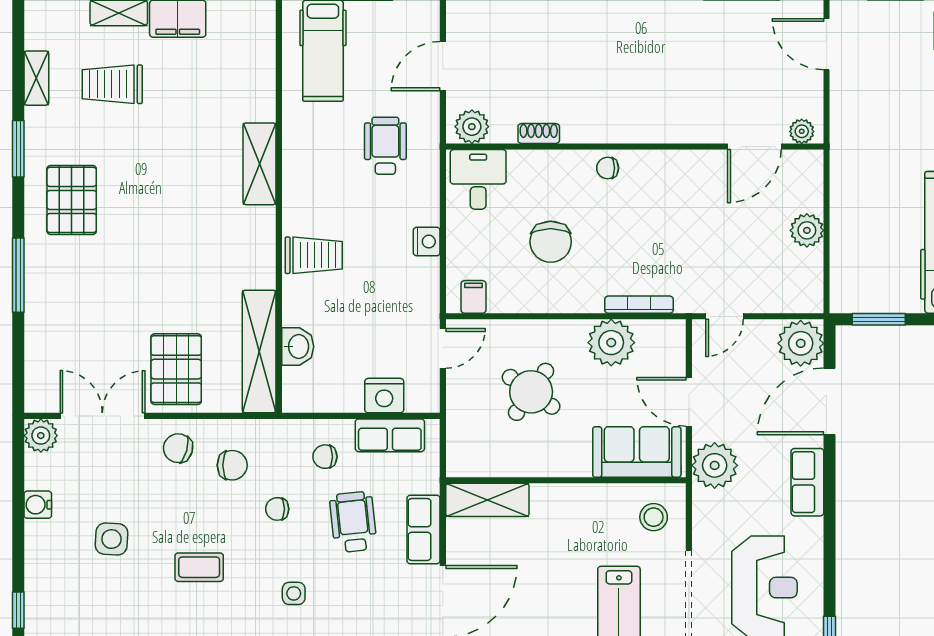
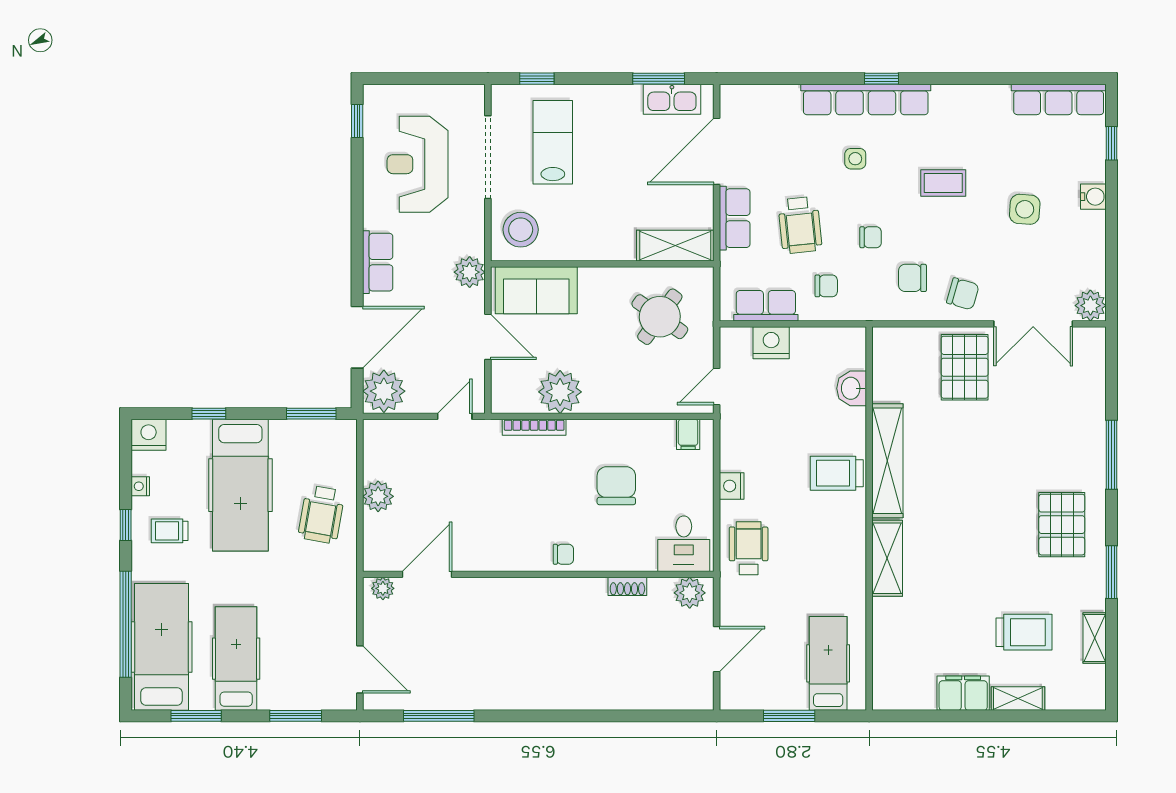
wheelchair: (385, 146) -> (749, 548), moved, turned 180
wheelchair: (868, 211) -> (321, 514), added
shelving: (259, 351) -> (887, 461), moved
round table: (531, 392) -> (660, 317), moved
plant: (715, 465) -> (470, 272), width x0.73, depth x0.73
water cooler: (38, 505) -> (1093, 197), moved
stool: (654, 517) -> (521, 230), width x1.38, depth x1.38

